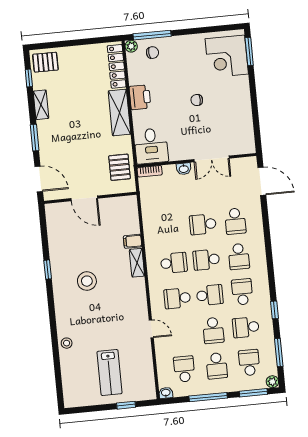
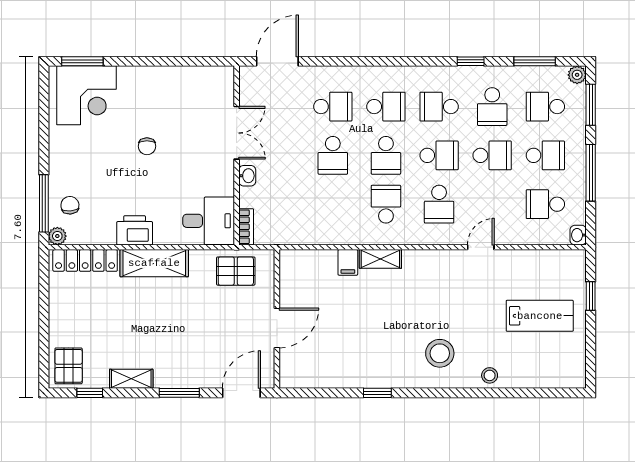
stool: (87, 281) -> (440, 353), moved
school desk: (210, 295) -> (439, 155), turned 90

